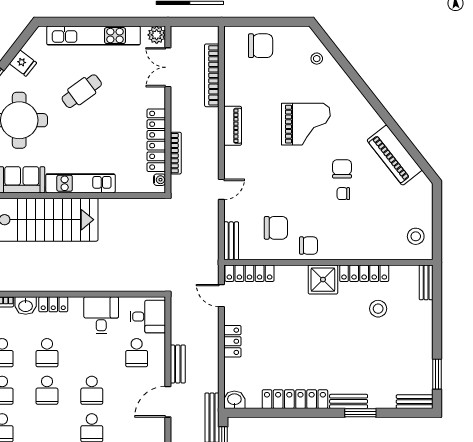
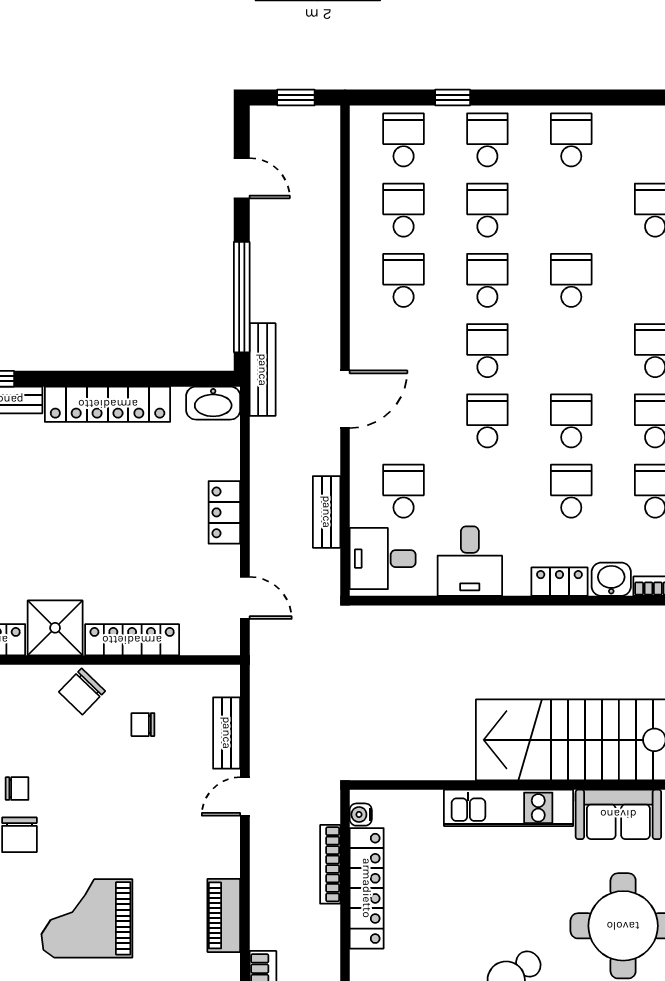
chair: (276, 228) -> (143, 725), width x0.54, depth x0.54
bench: (231, 241) -> (227, 733), moved
chair: (309, 246) -> (82, 691), turned -46
locker: (249, 273) -> (132, 640), moved
bench: (178, 364) -> (327, 512), moved
washbasin: (234, 400) -> (213, 403), width x1.38

